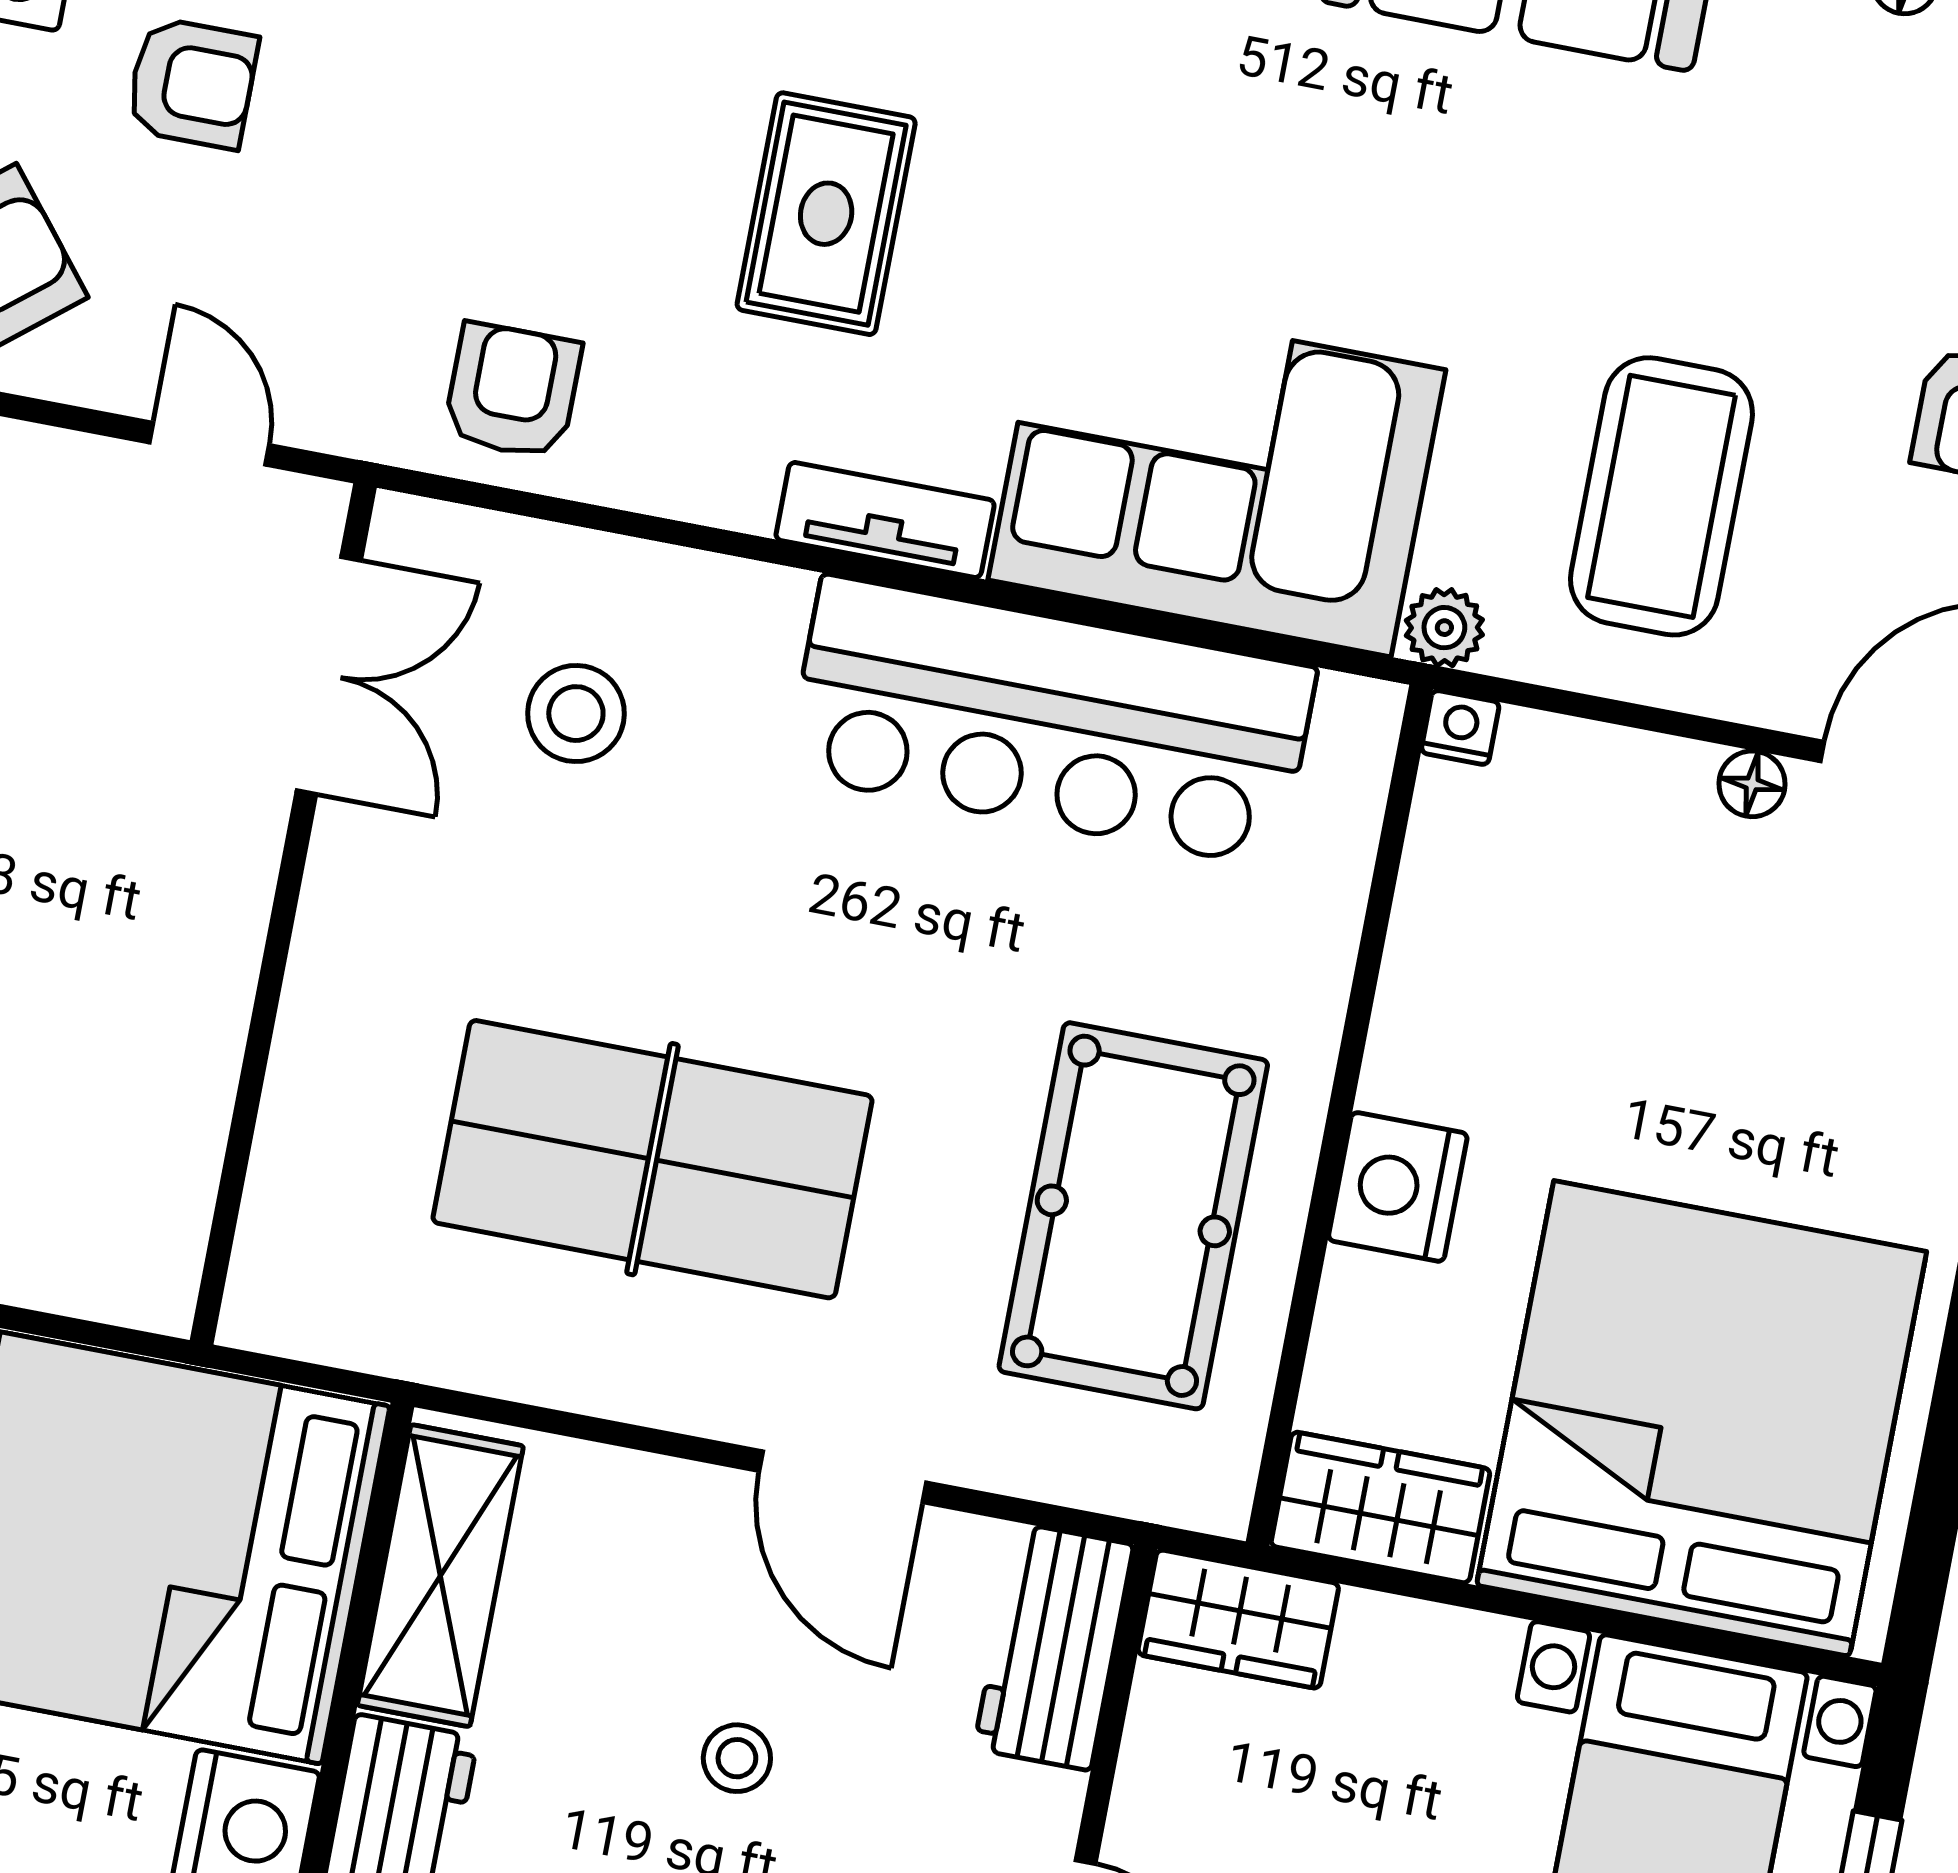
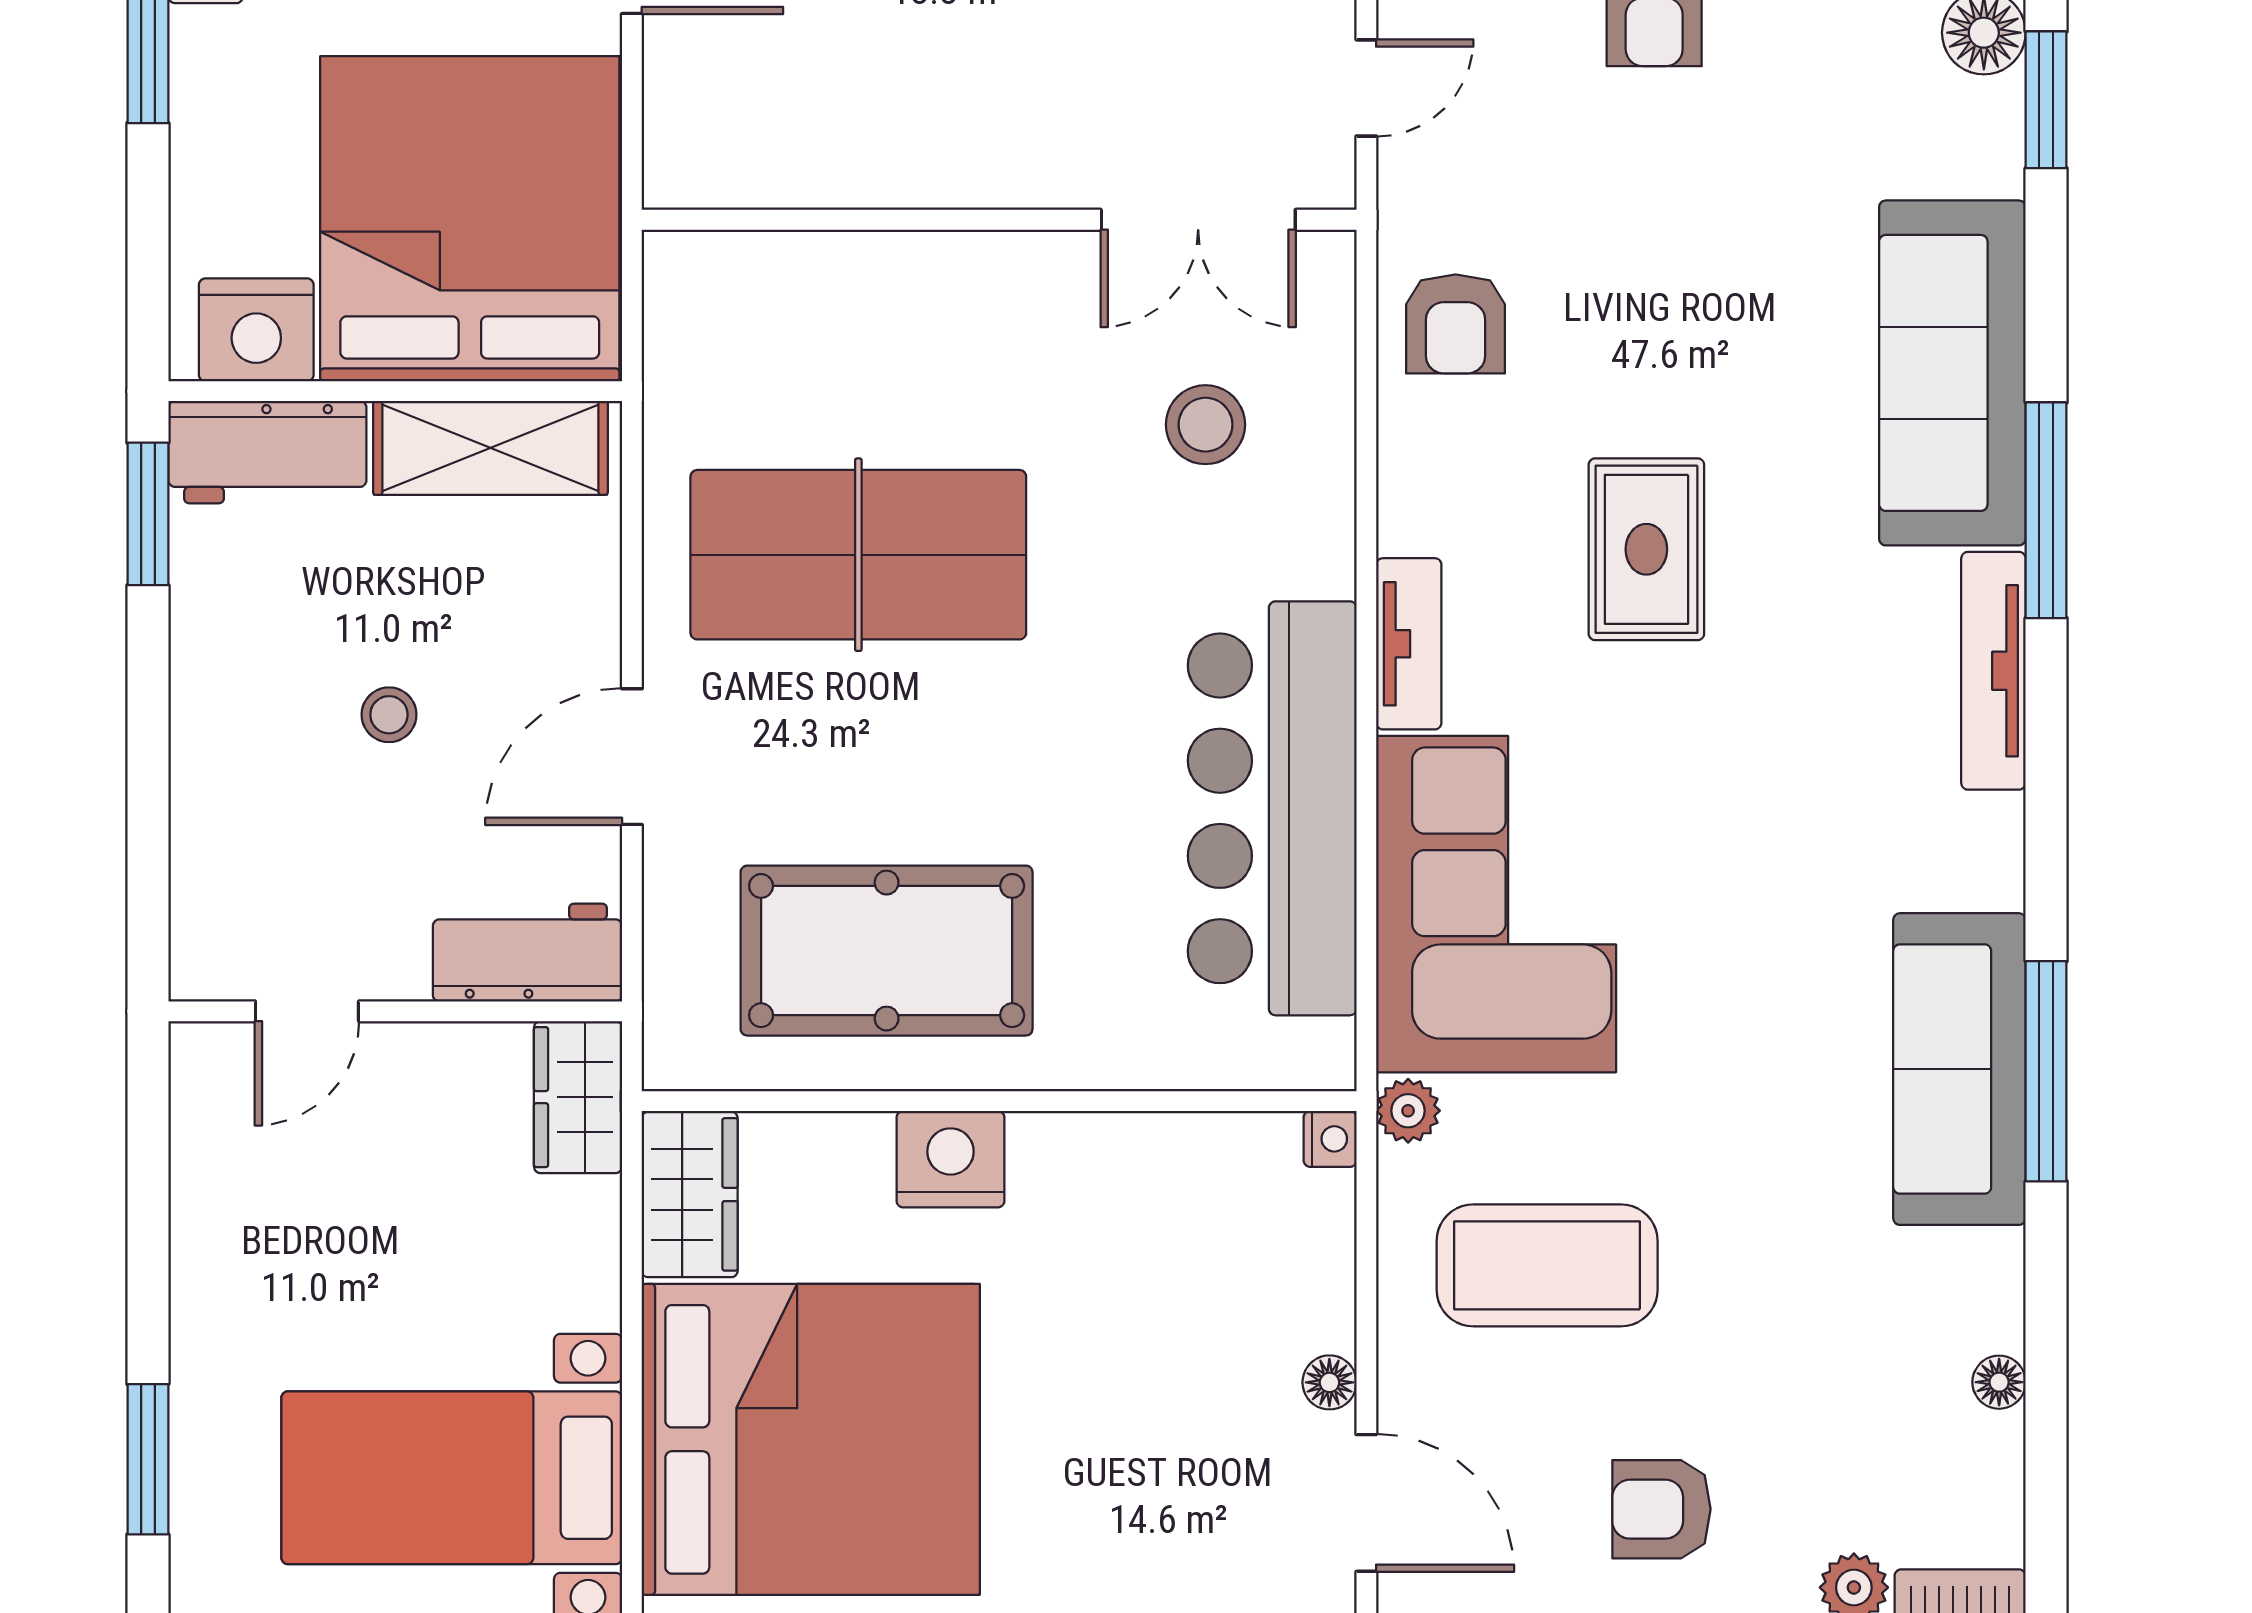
rug: (826, 214) -> (1646, 549), turned 90
armchair: (512, 391) -> (1456, 324), turned 90
table tennis table: (653, 1159) -> (858, 555), turned 90

